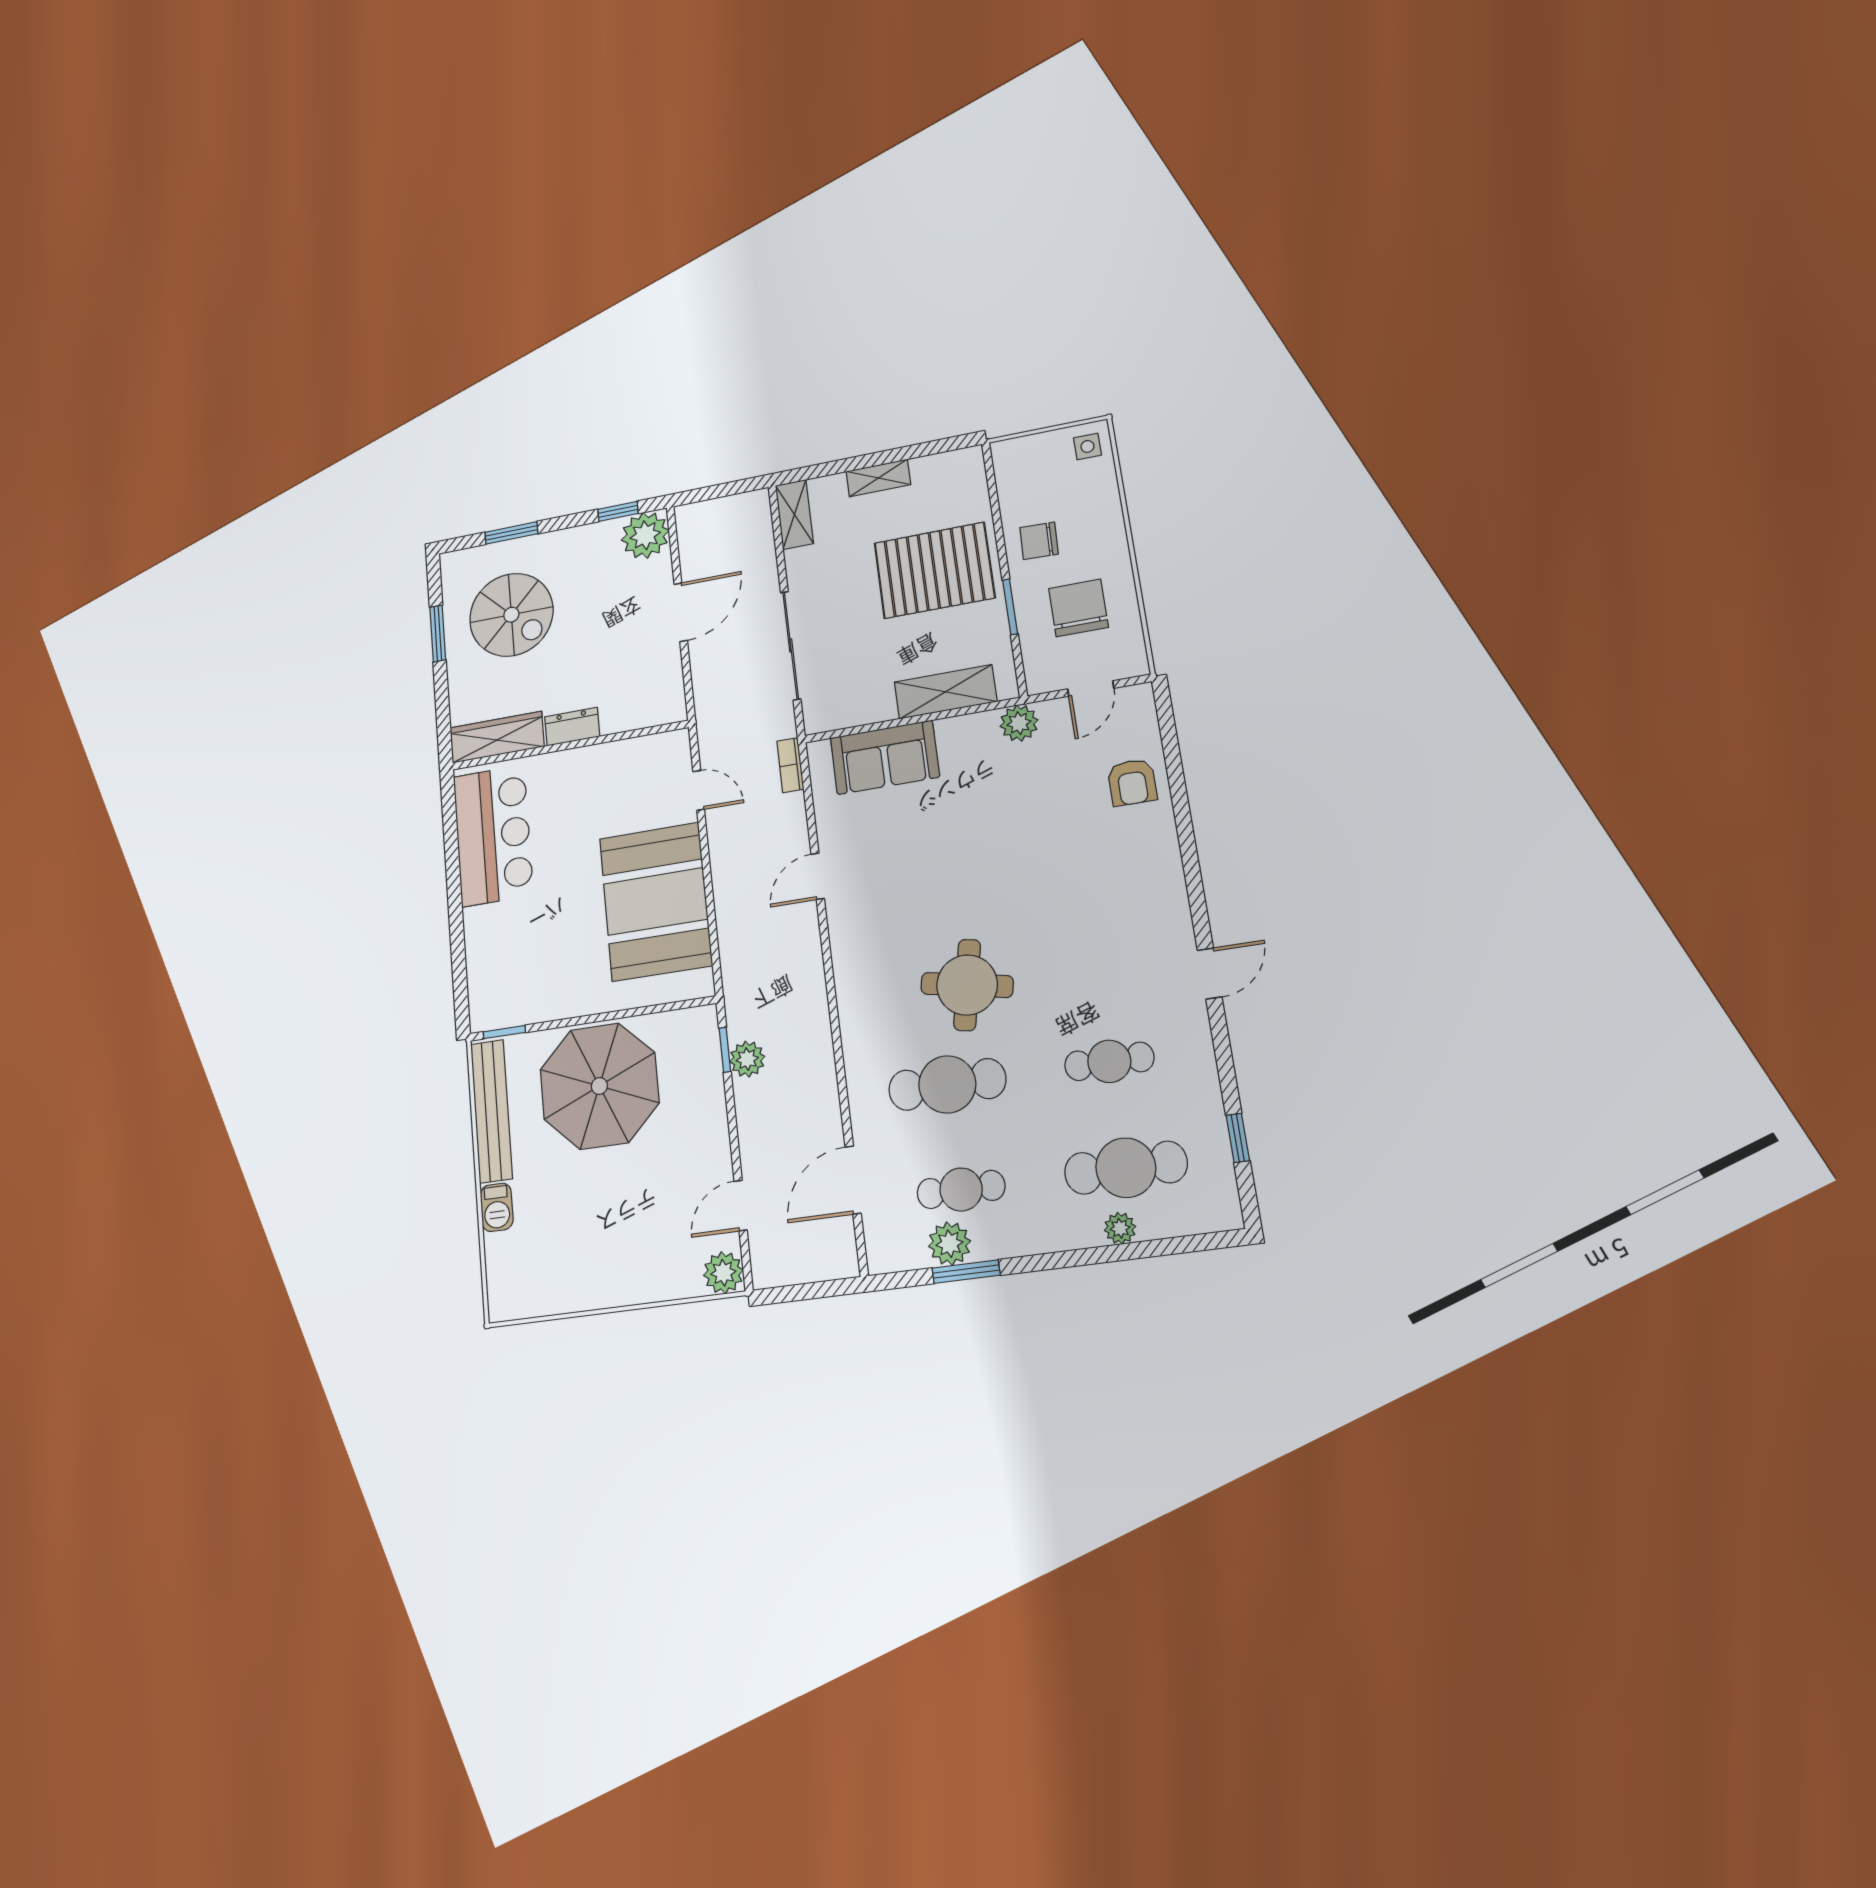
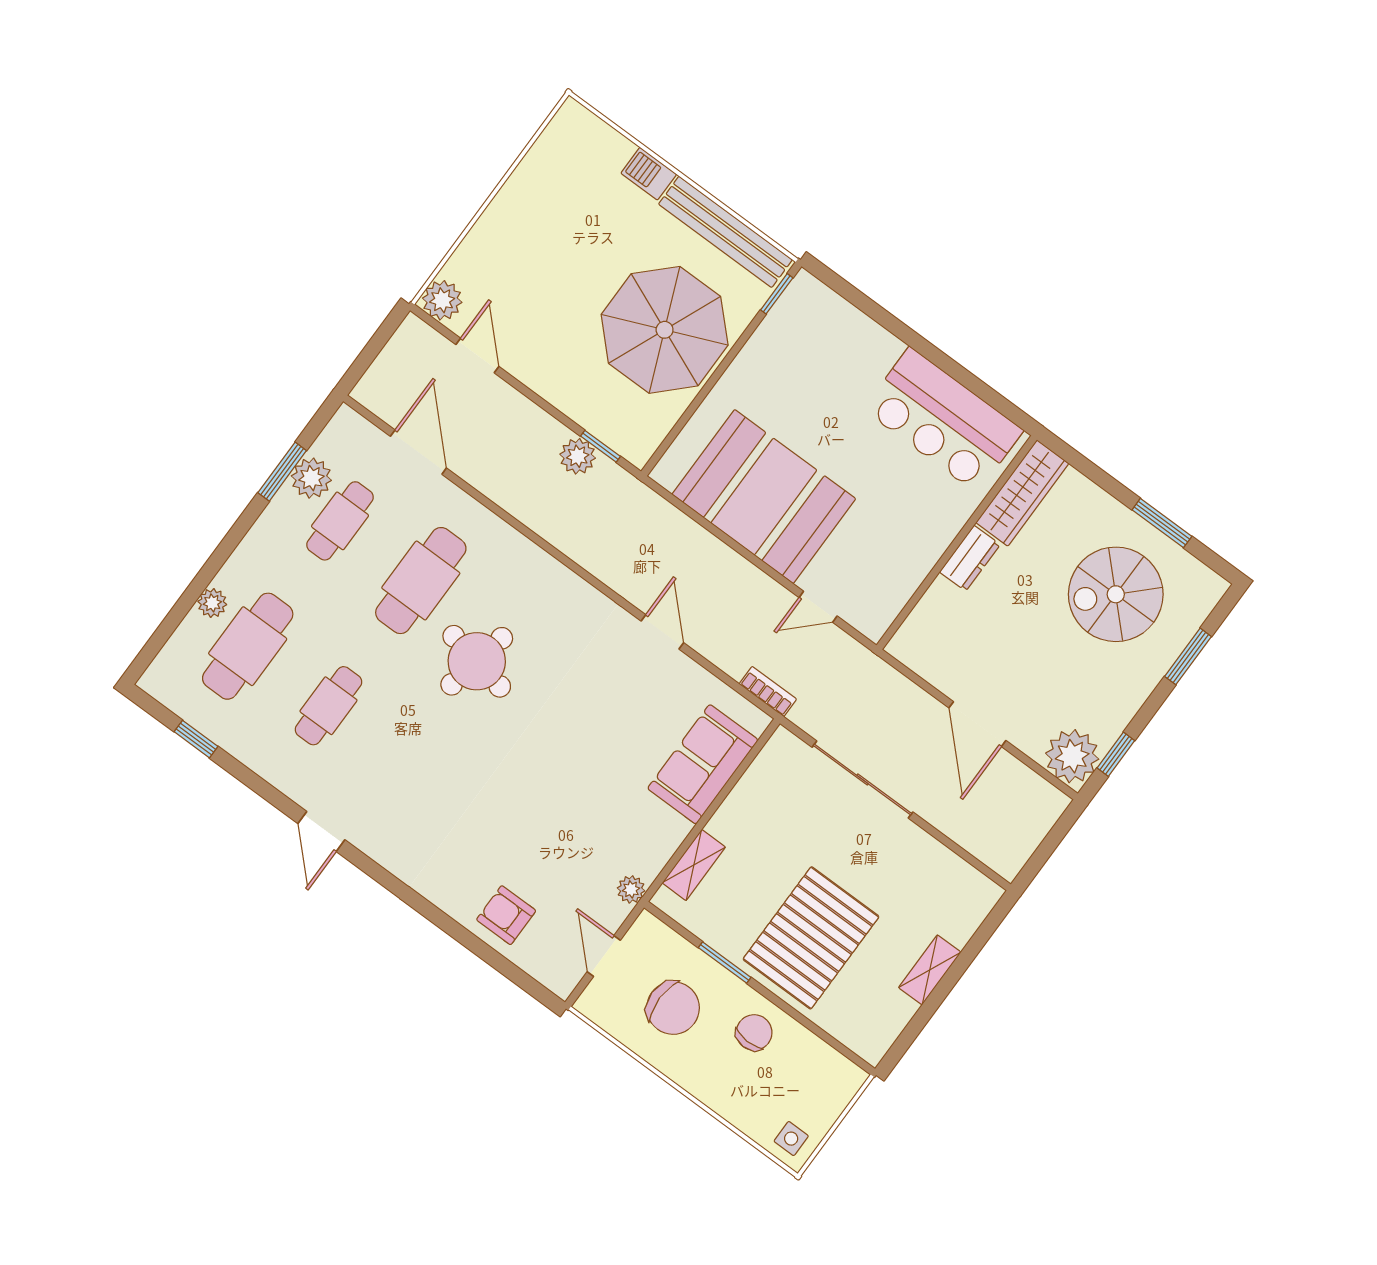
shelving: (794, 514) -> (967, 882), removed
shelving: (945, 692) -> (694, 865), width x0.67, depth x0.75
plant: (1019, 723) -> (631, 889), width x0.73, depth x0.73

